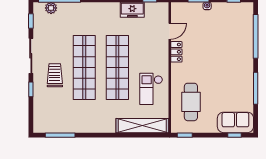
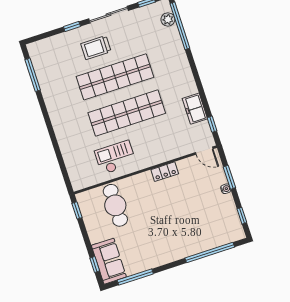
door: (170, 31) -> (204, 151), moved
trolley: (55, 75) -> (96, 48), turned 180
window: (256, 88) -> (135, 277), moved
cafe table: (191, 102) -> (115, 205), turned 90
shelving: (142, 126) -> (72, 161), removed

